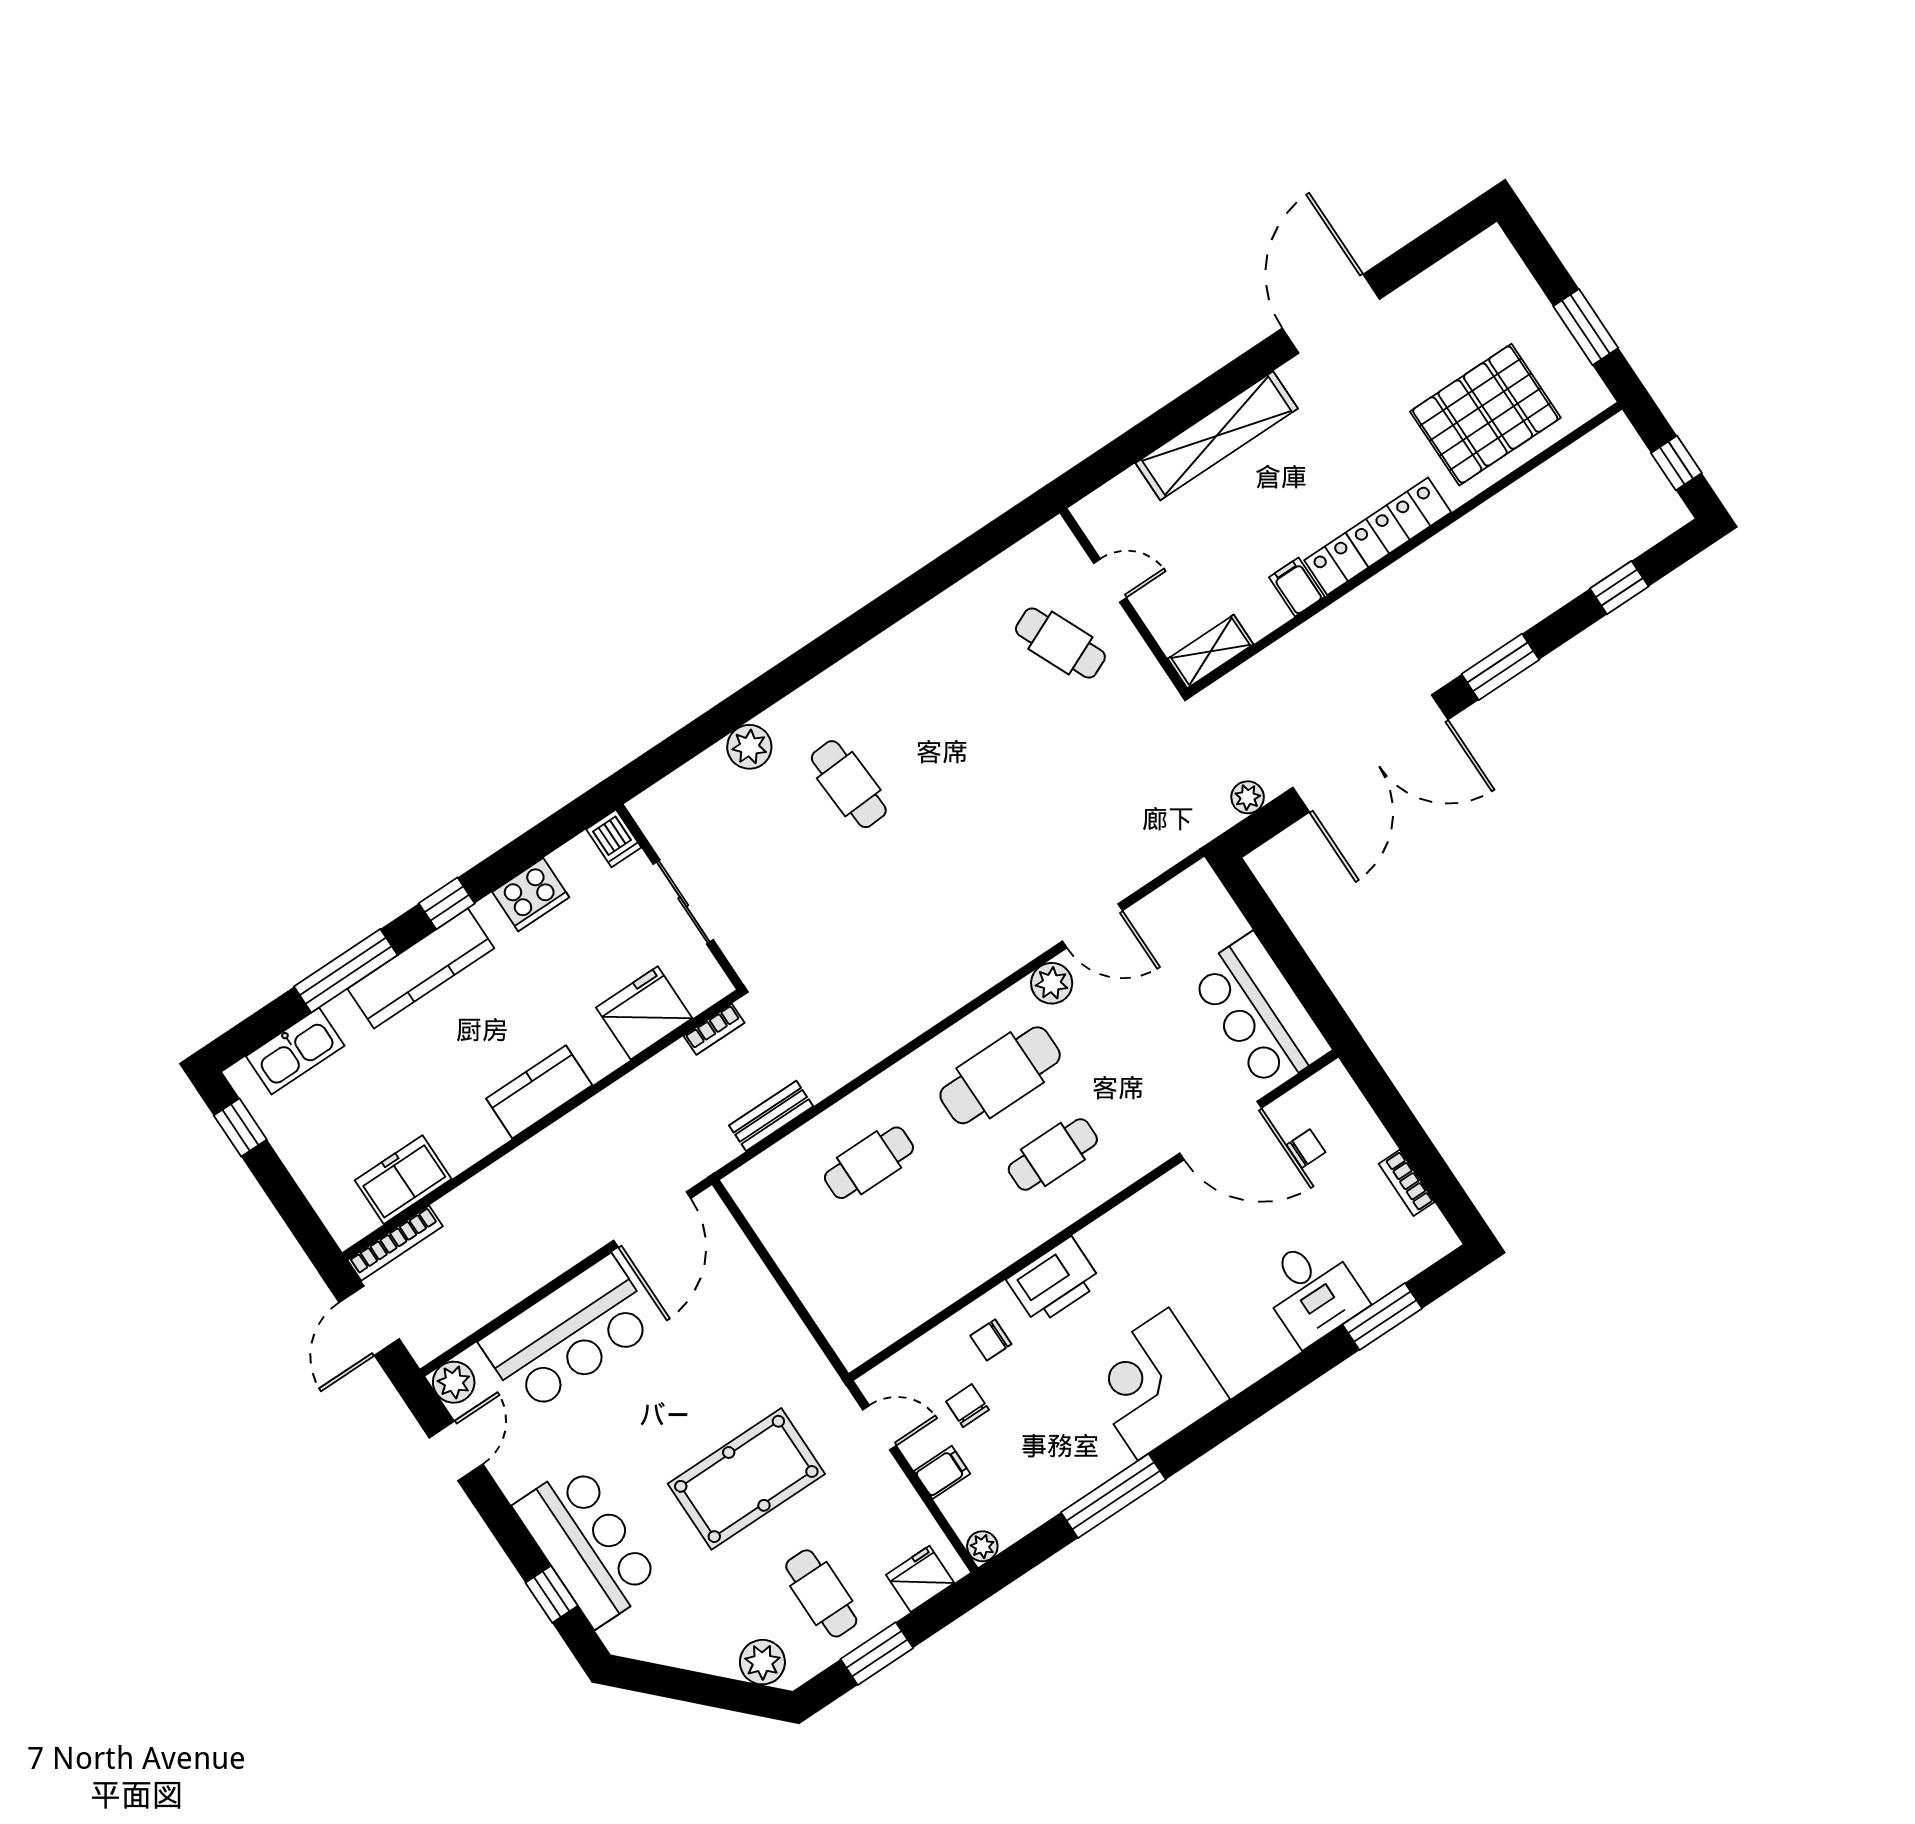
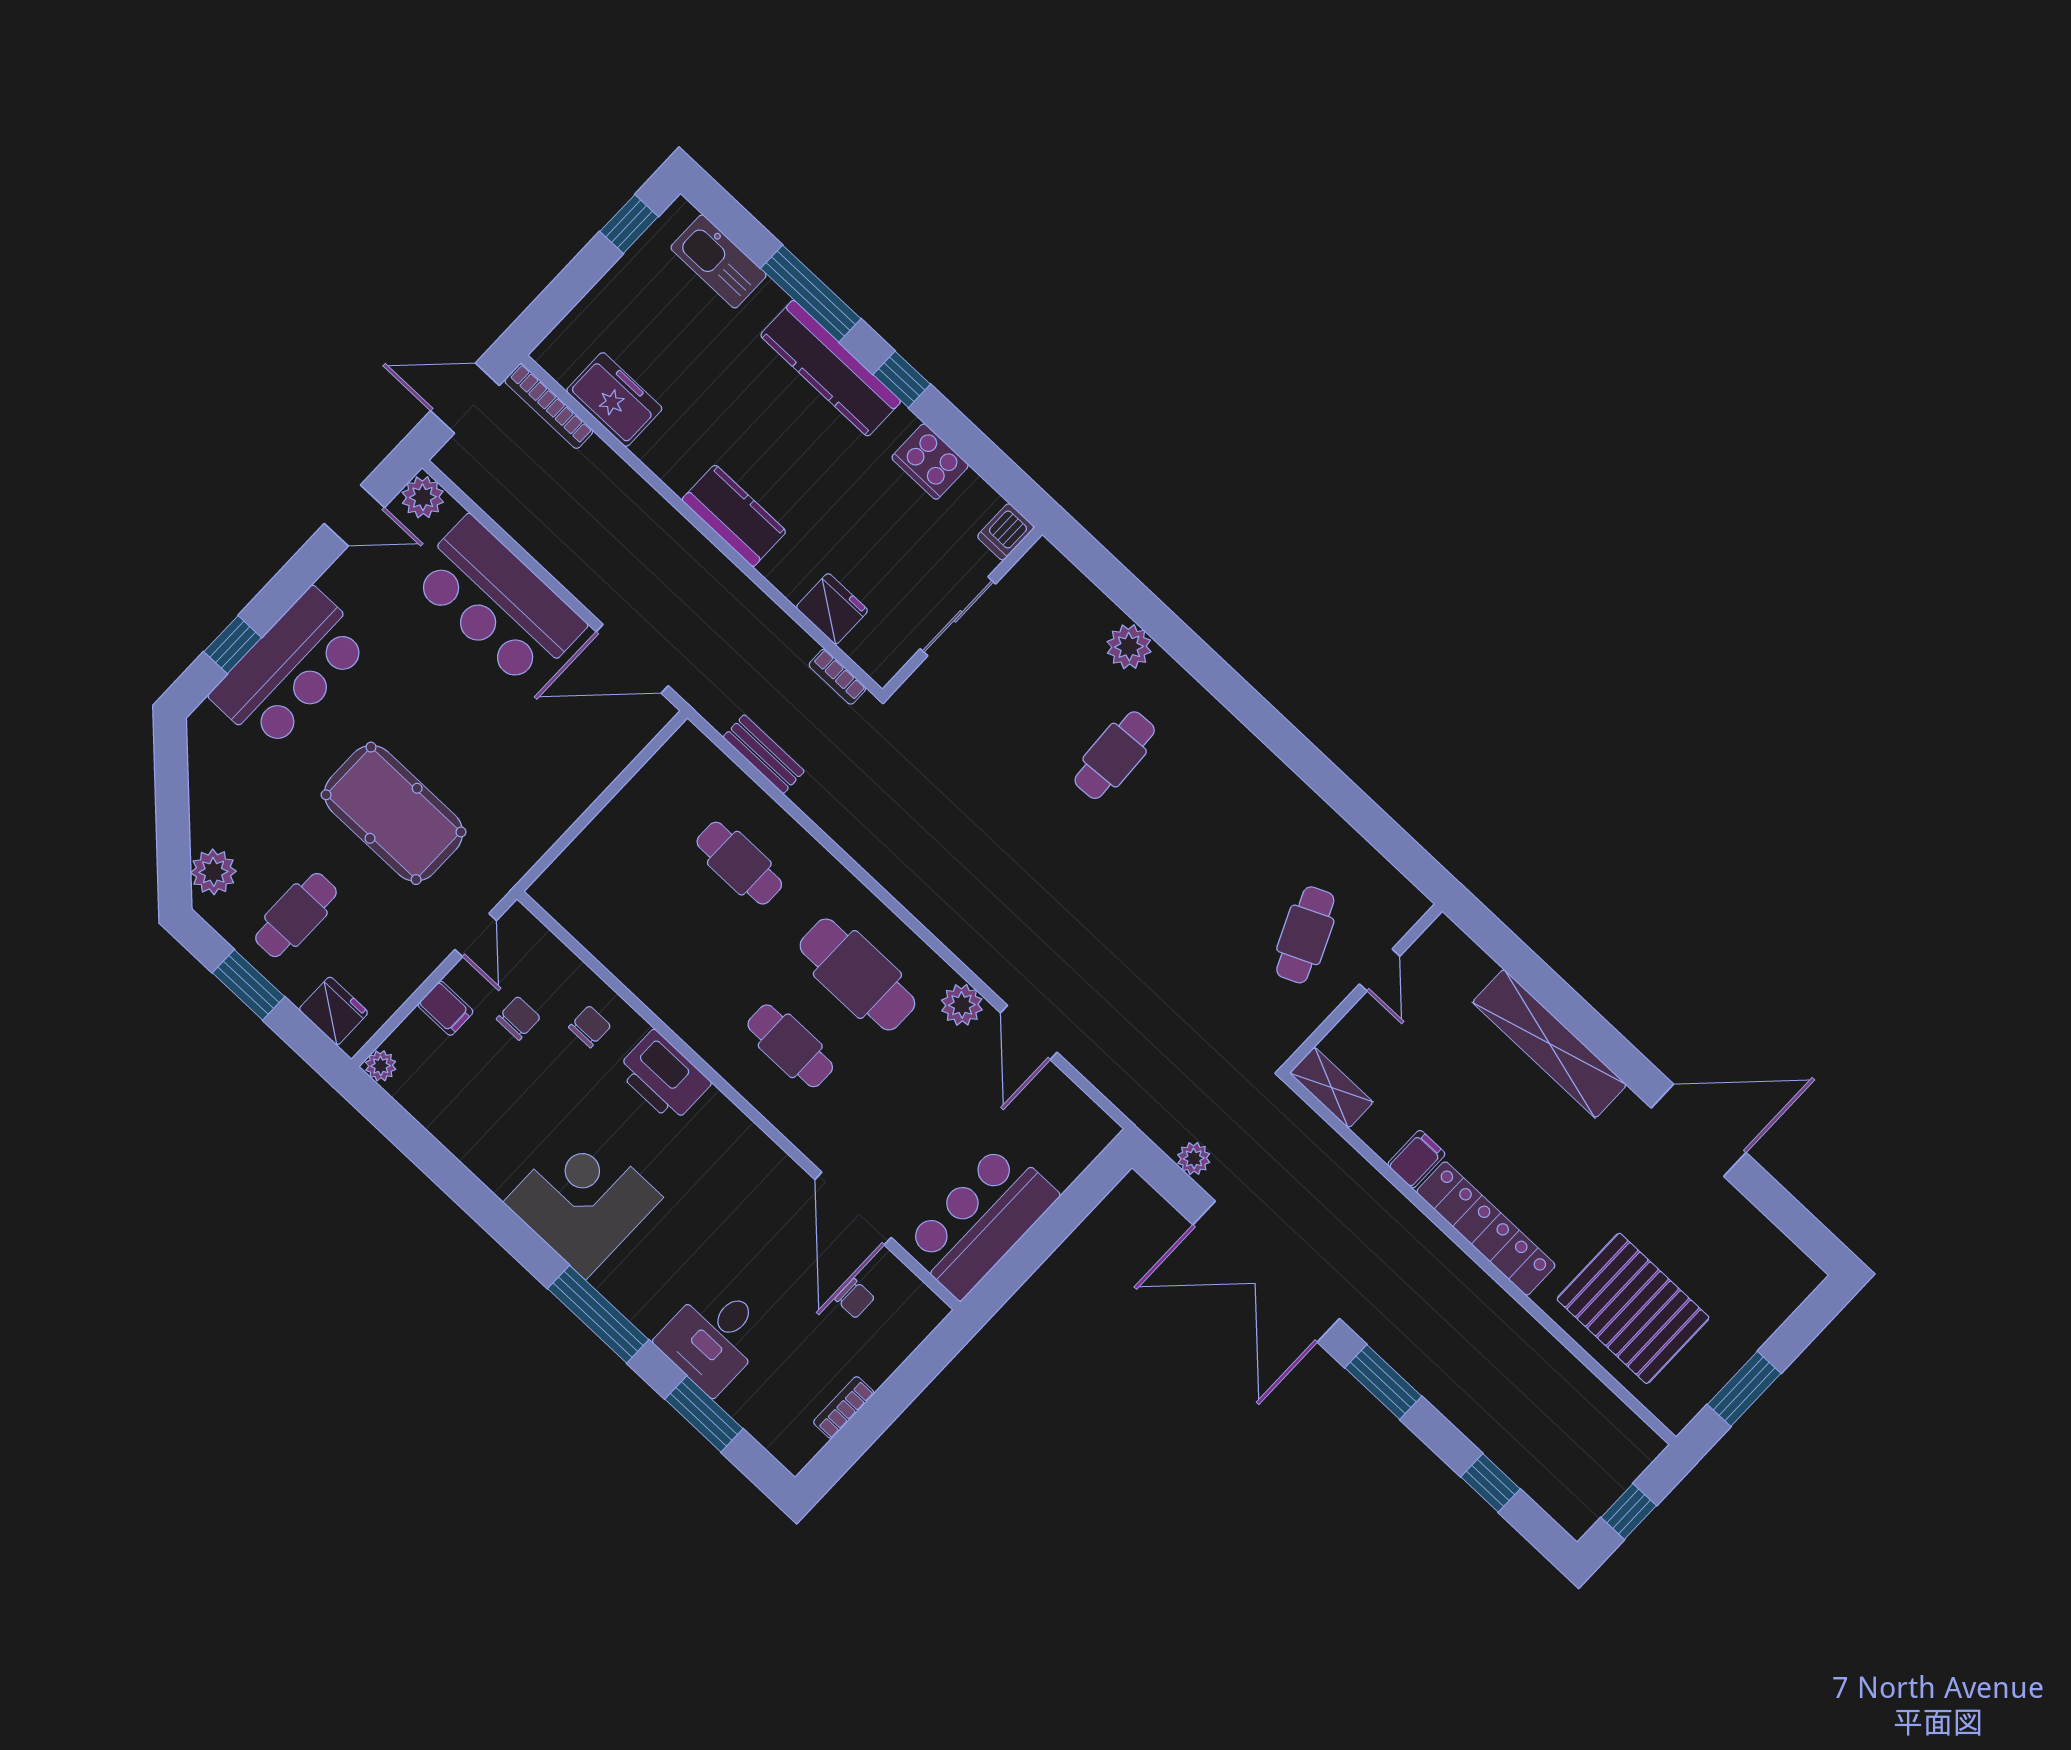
fridge: (644, 1013) -> (832, 609), width x0.73, depth x0.75
chair: (991, 1340) -> (590, 1027), turned 90
window: (1113, 1496) -> (598, 1314), moved

